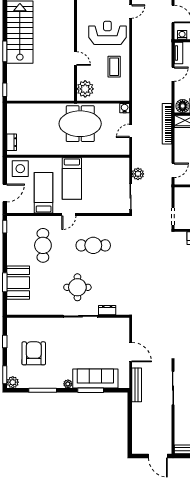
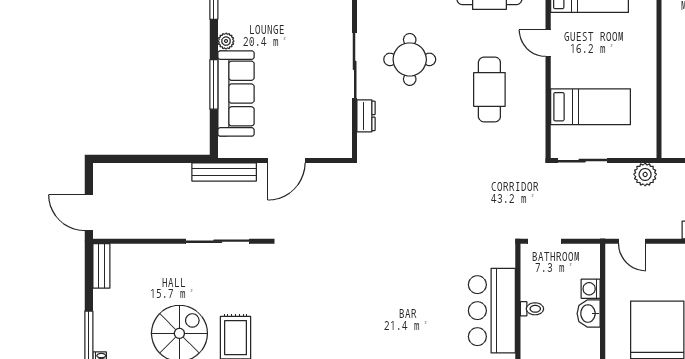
plant: (138, 174) -> (645, 174), moved
bed: (72, 178) -> (590, 107), moved, turned 180
door: (158, 456) -> (89, 213), hinge flipped

